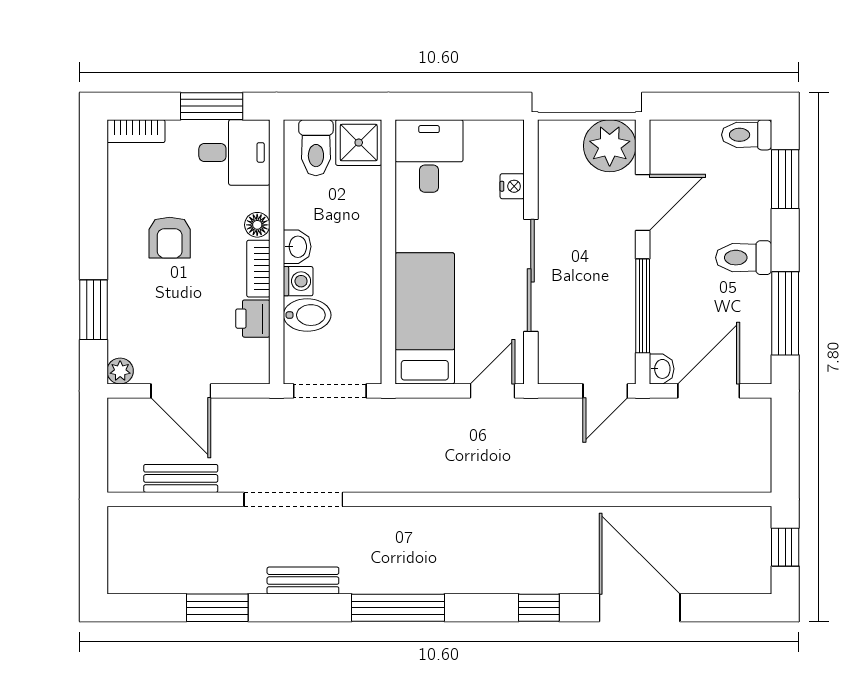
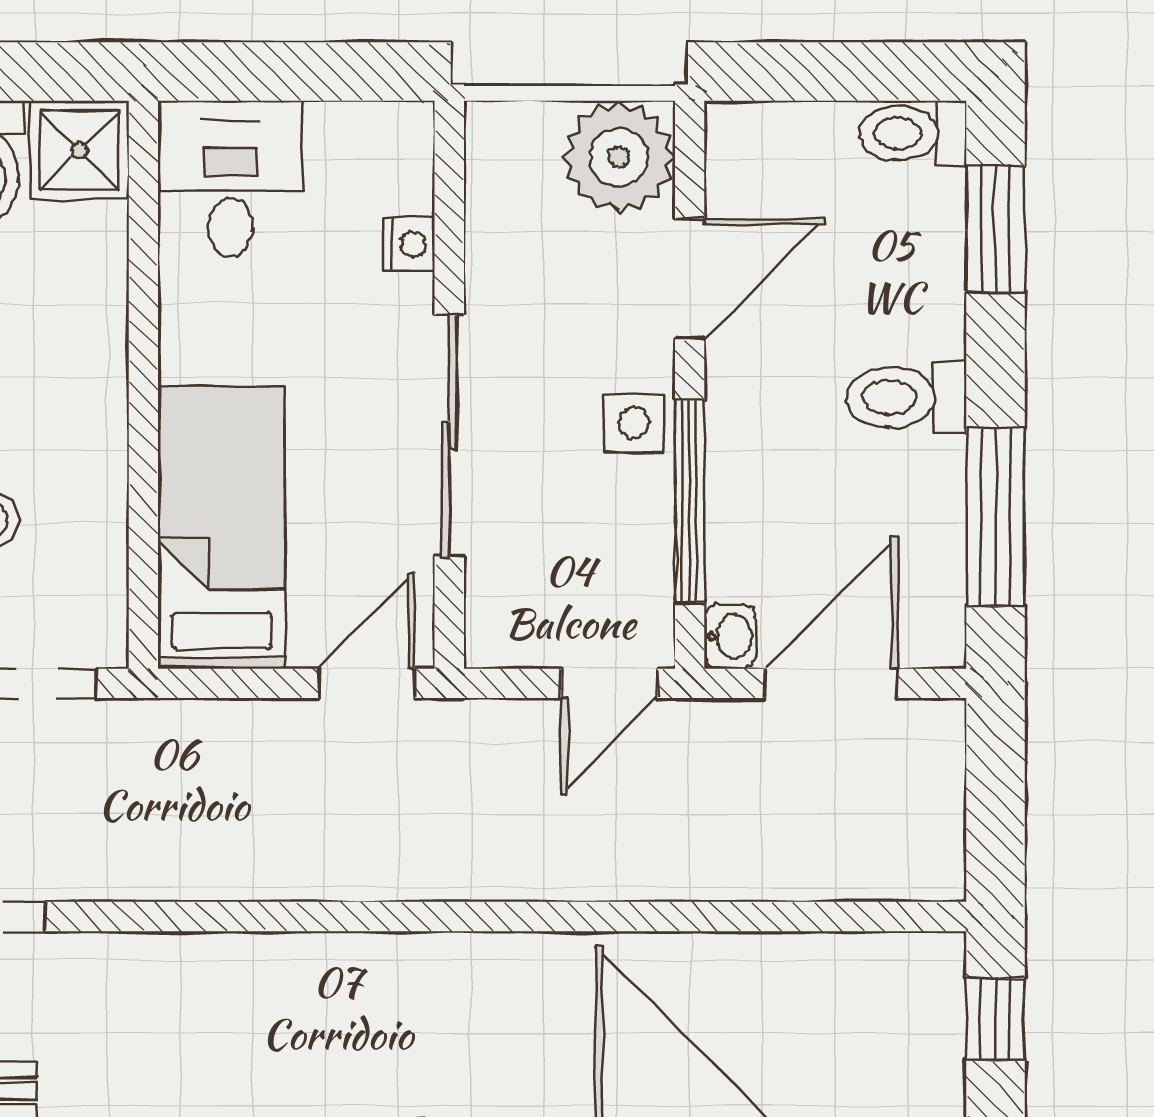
side table: (617, 270) -> (634, 423), added

